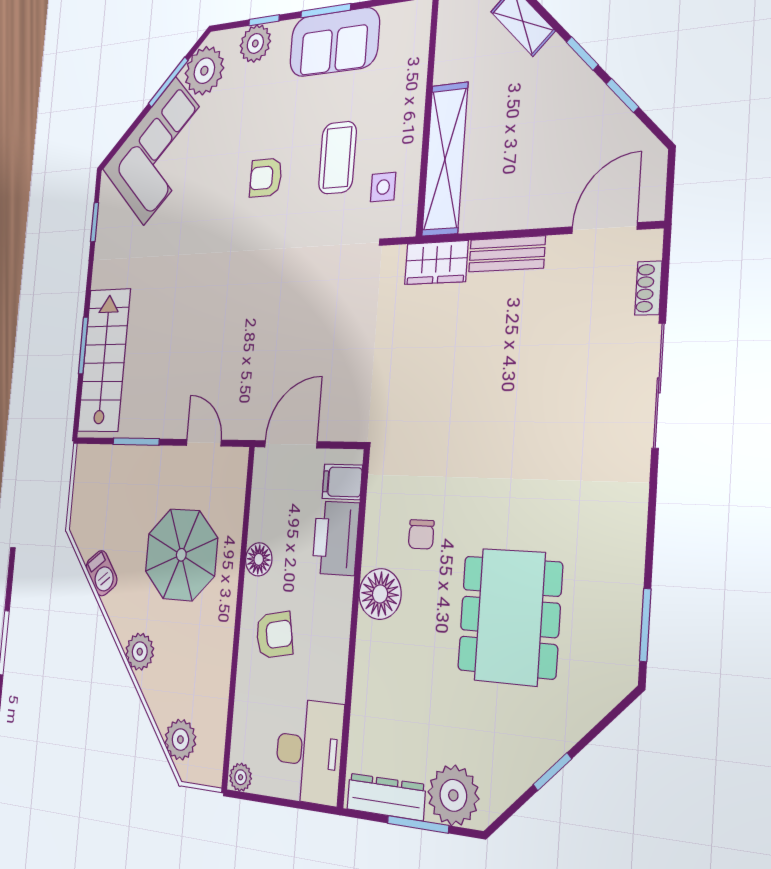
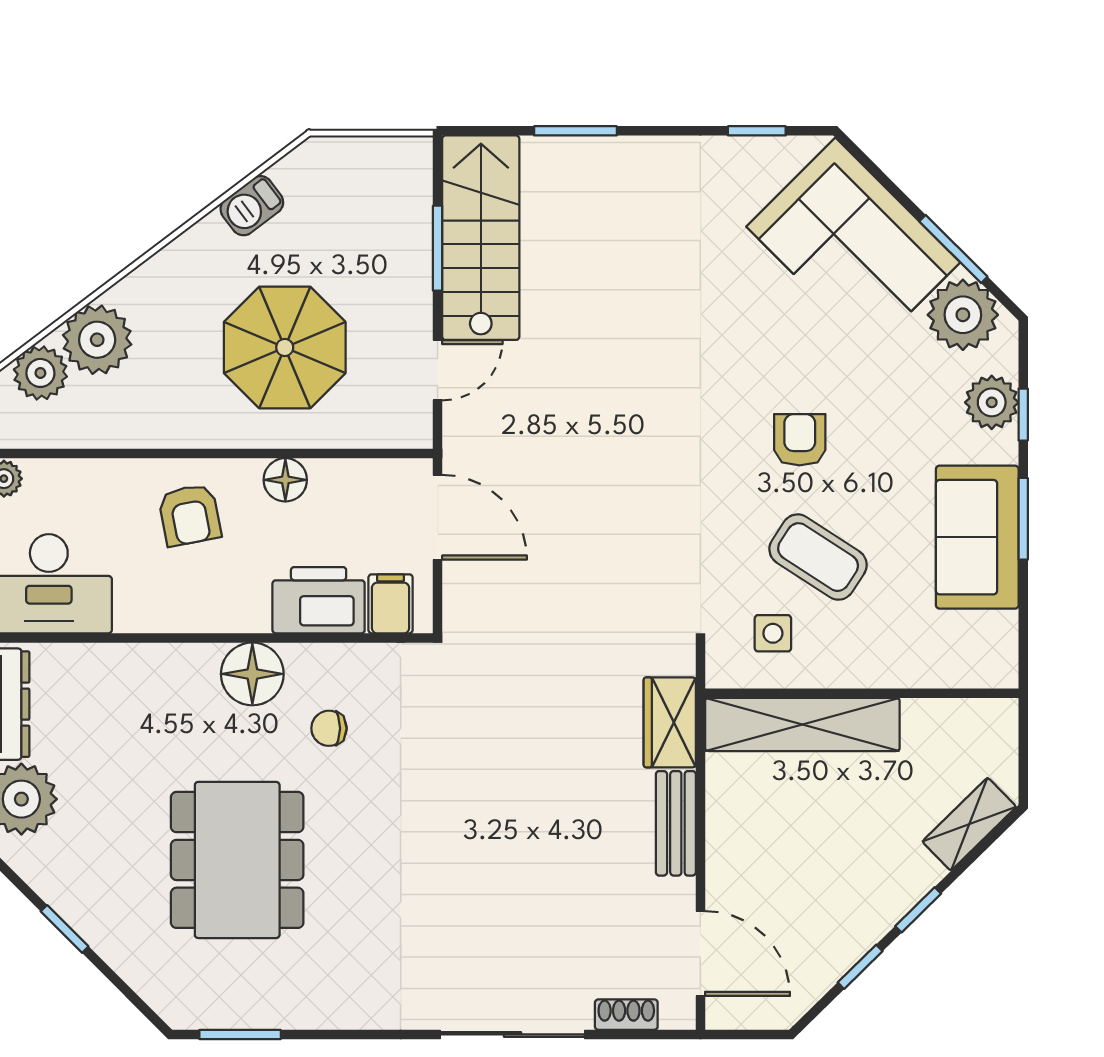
coffee table: (337, 158) -> (818, 557), turned 33
stairs: (104, 360) -> (481, 238), moved, turned -90
dining table: (510, 617) -> (237, 860), turned 90
plant: (140, 652) -> (97, 340), moved, width x1.36, depth x1.36

